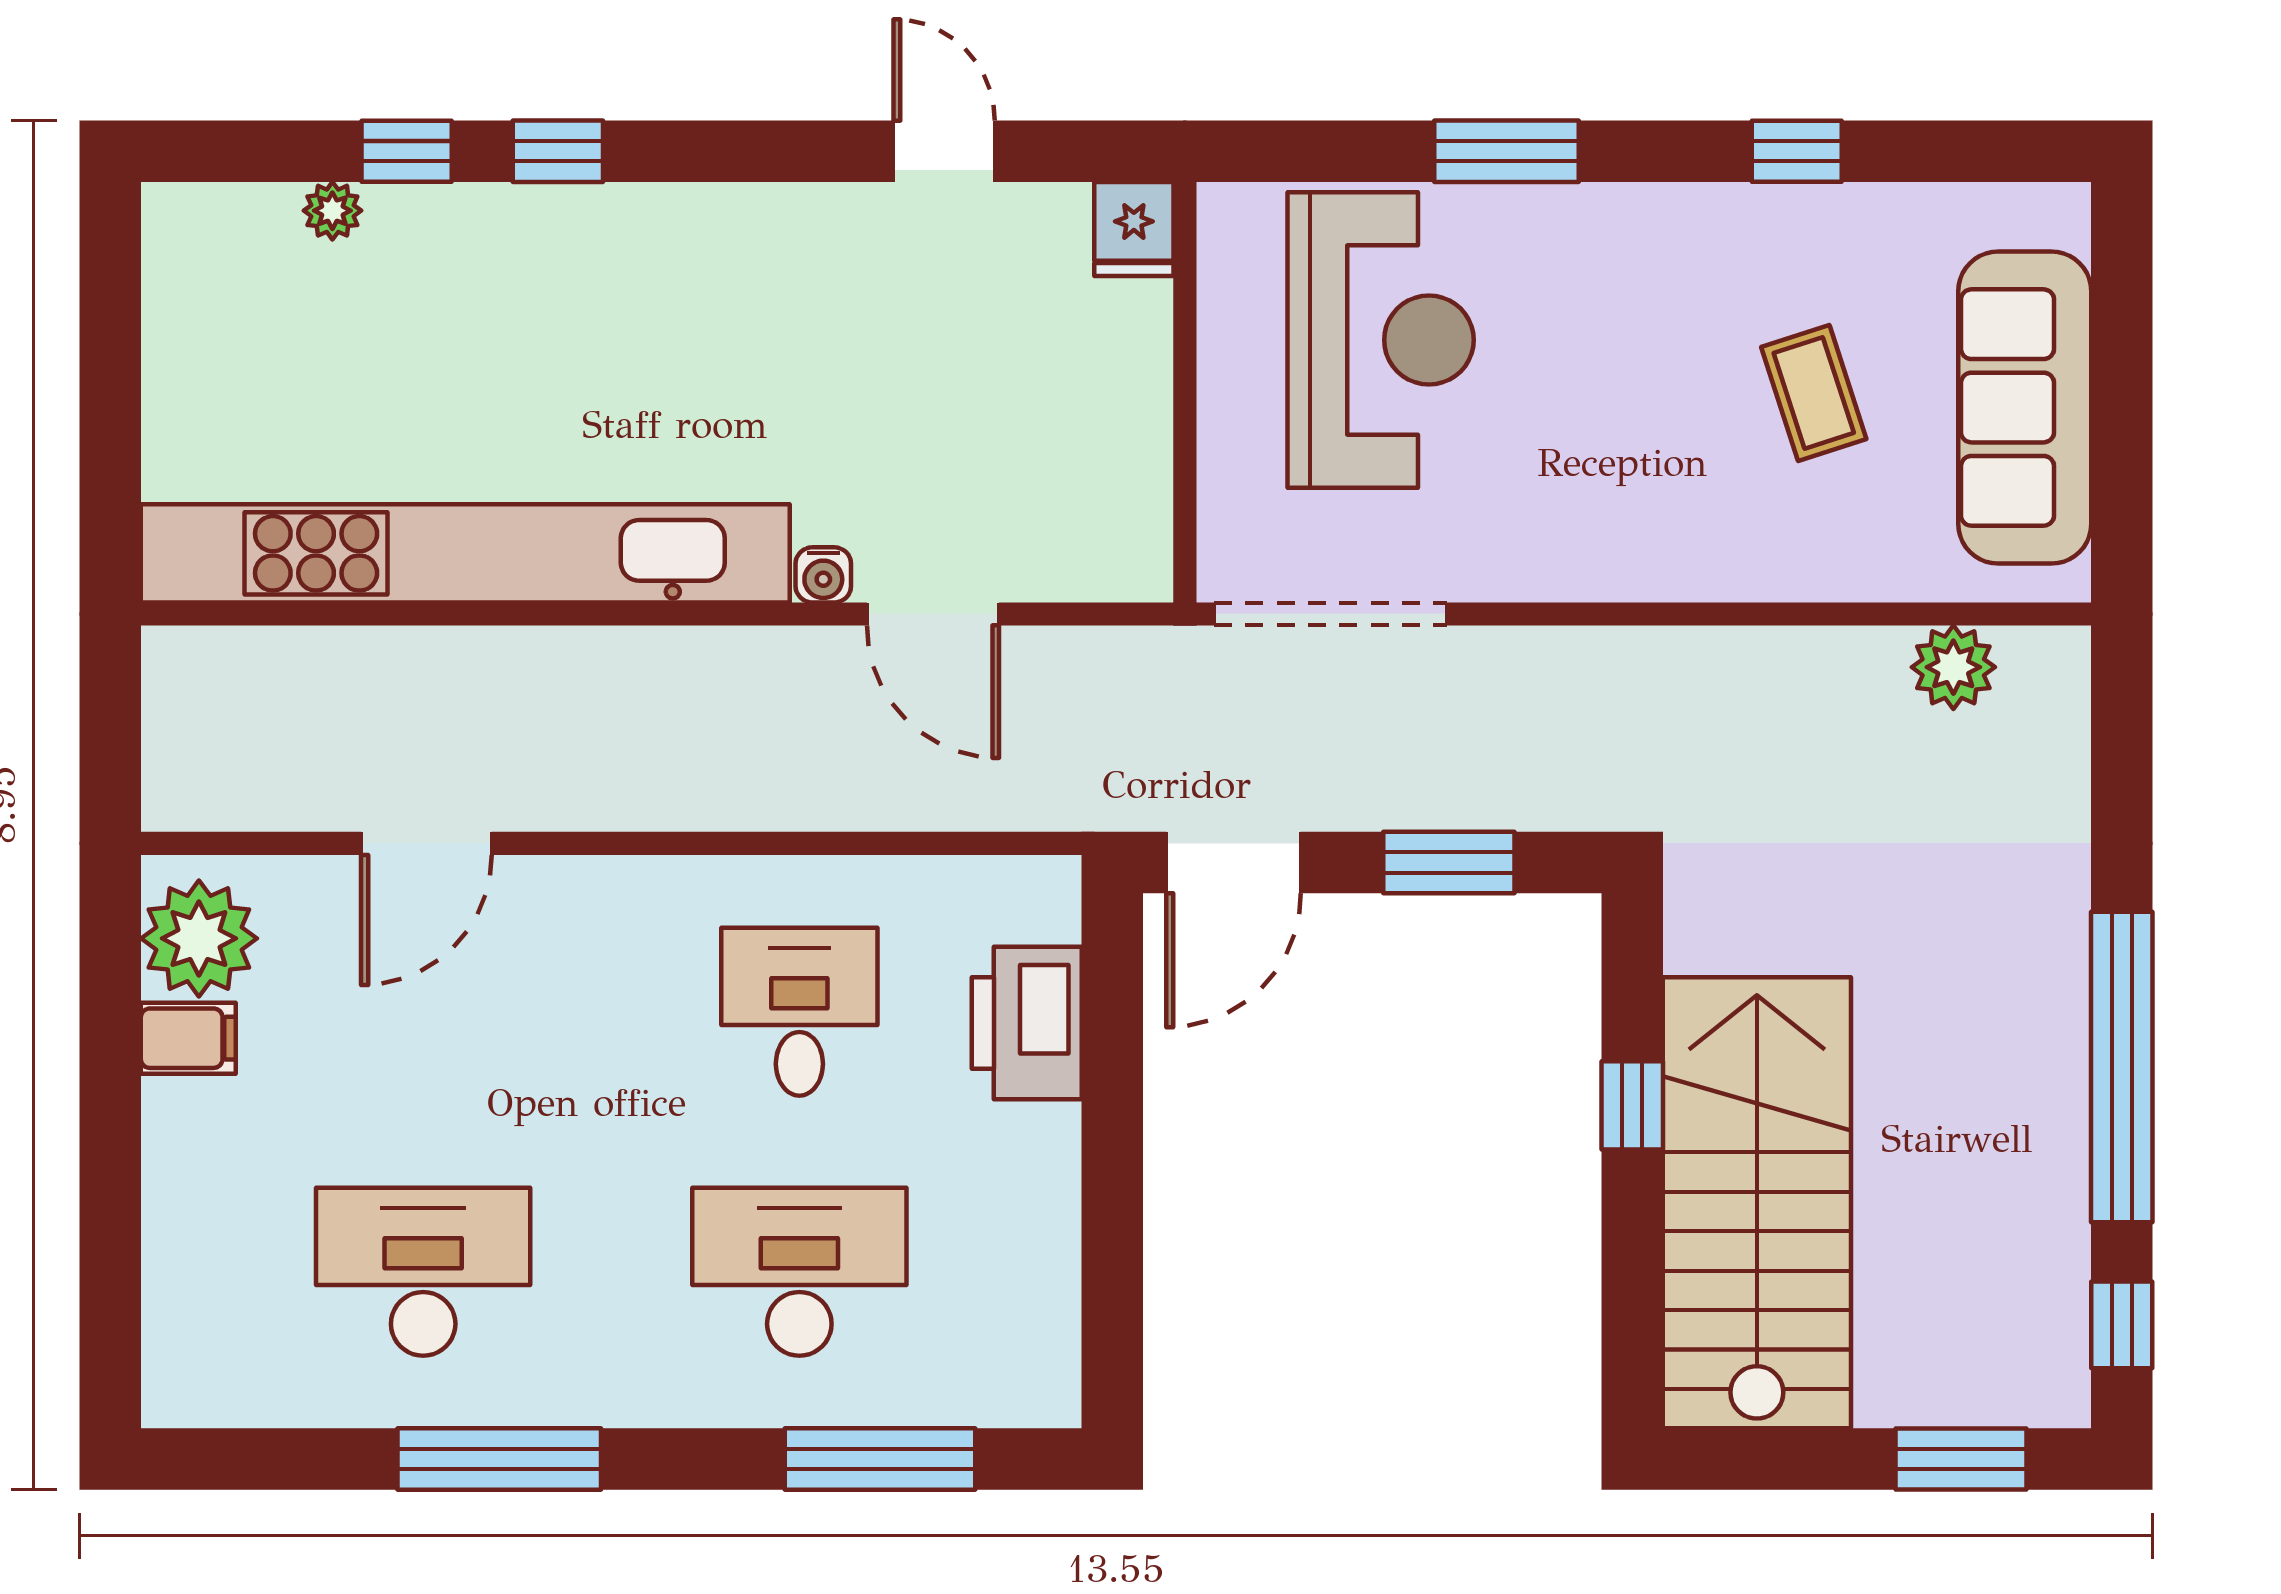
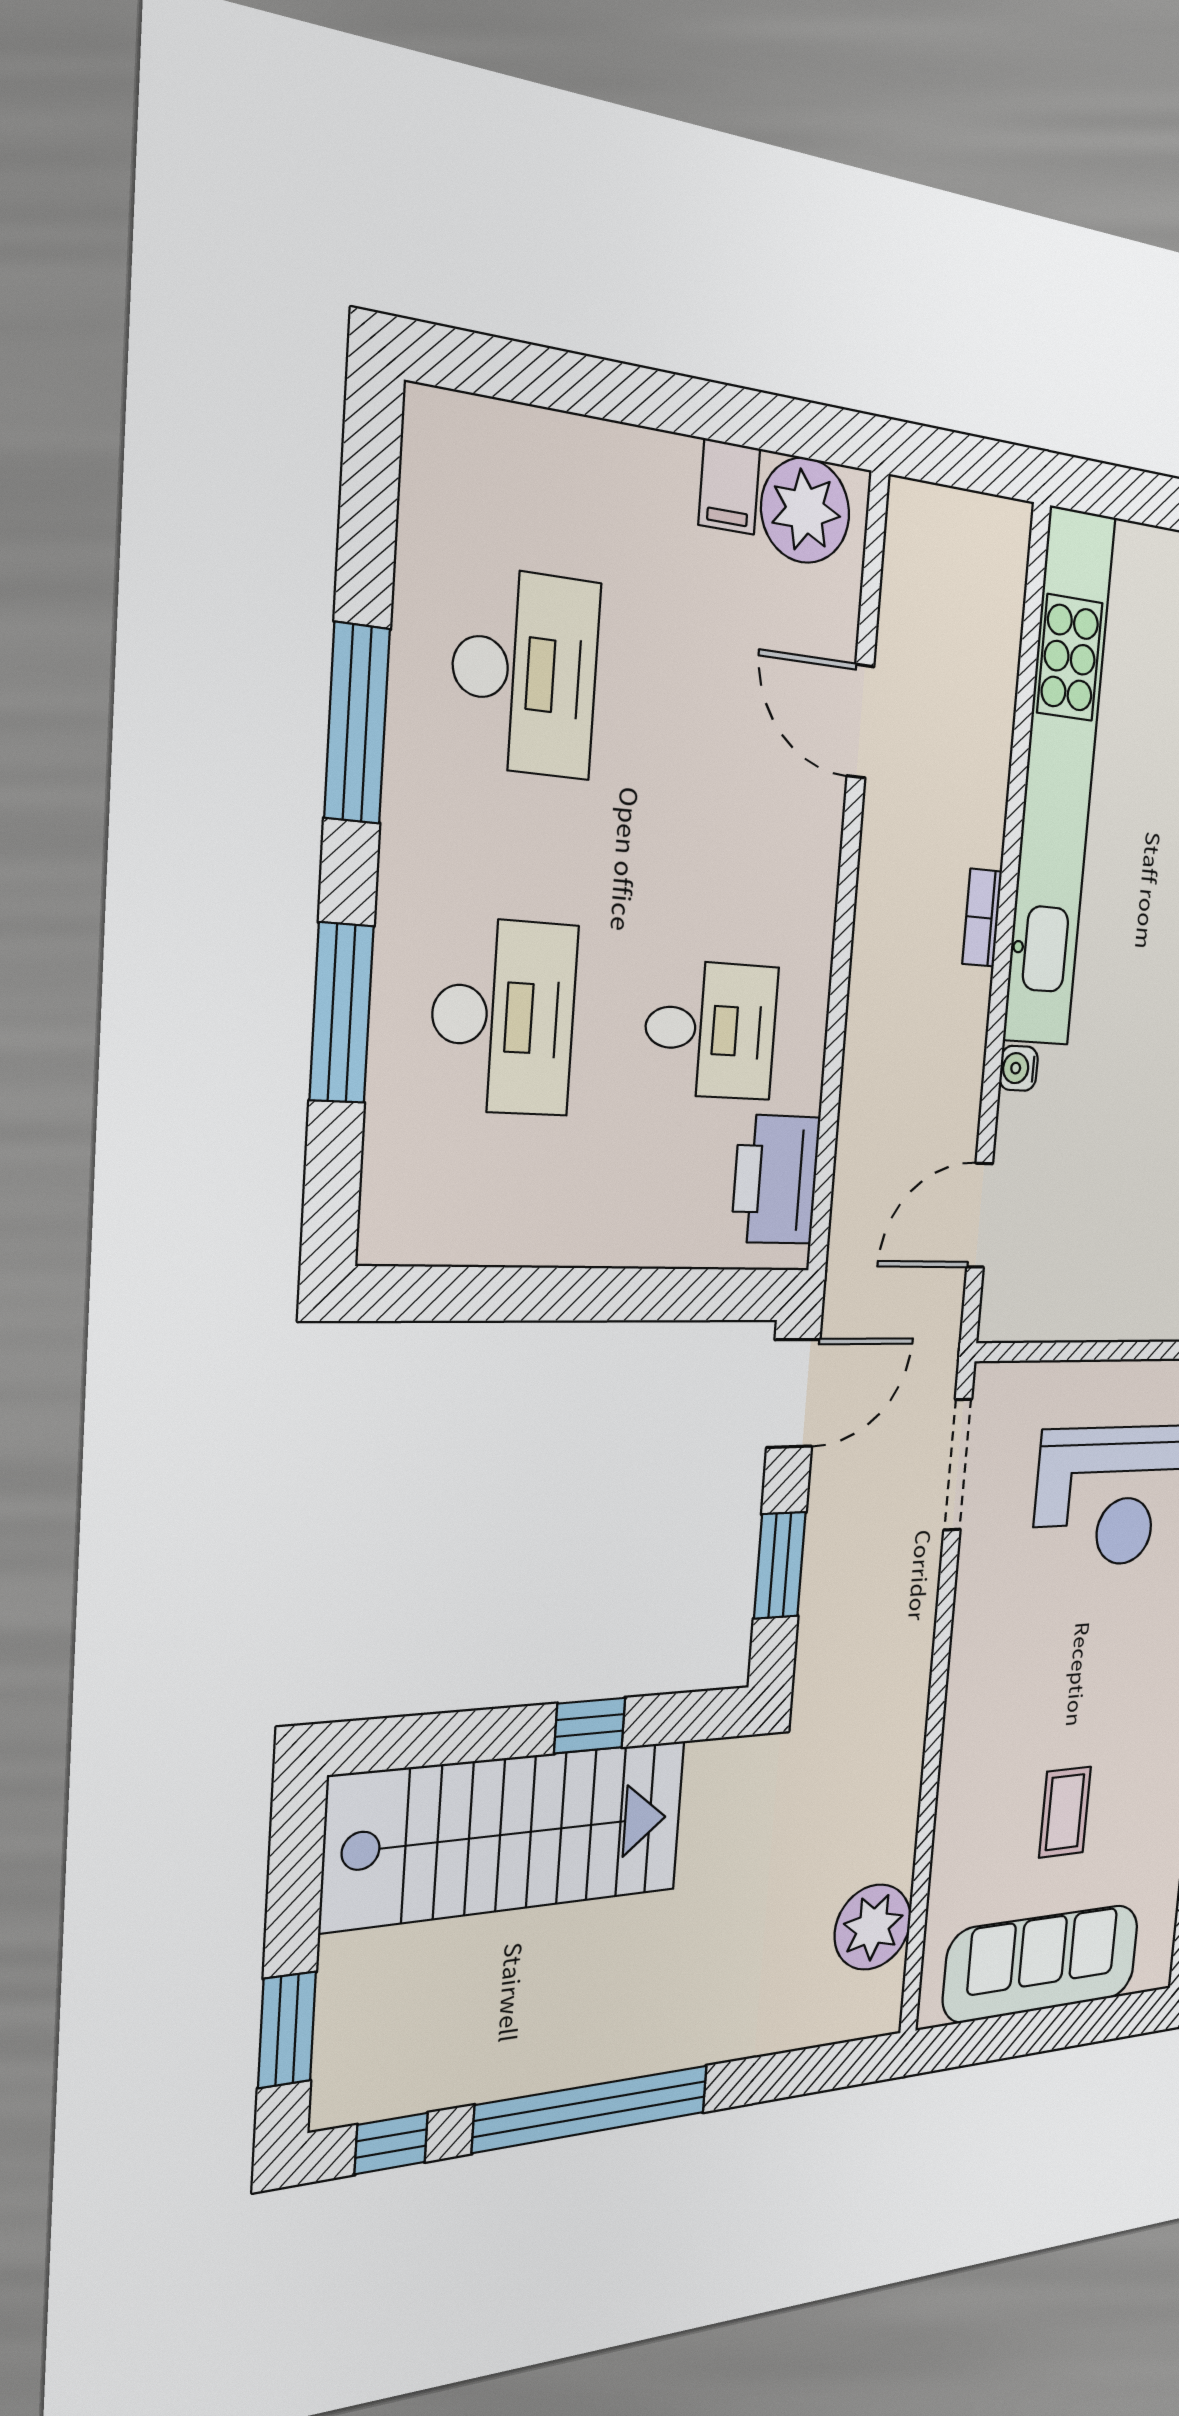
coffee table: (1814, 393) -> (1065, 1812), turned -72
door: (933, 614) -> (980, 1215), moved
doorway: (1330, 614) -> (958, 1465), width x0.73
bookcase: (641, 649) -> (982, 918), added
plant: (1953, 667) -> (873, 1927), width x1.36, depth x1.36
door: (1234, 863) -> (793, 1393), swing flipped
printer: (1027, 1023) -> (776, 1180), moved, turned -90
window: (880, 1459) -> (342, 1013), moved

